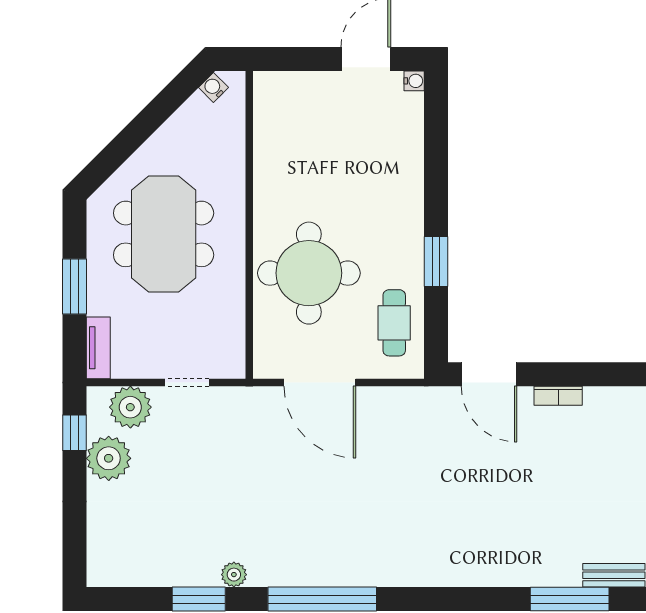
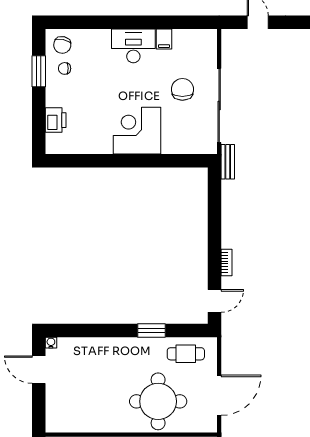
door: (489, 374) -> (214, 301), width x0.73

